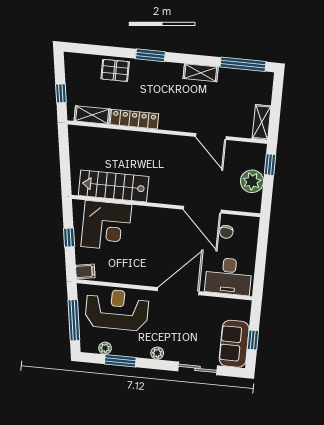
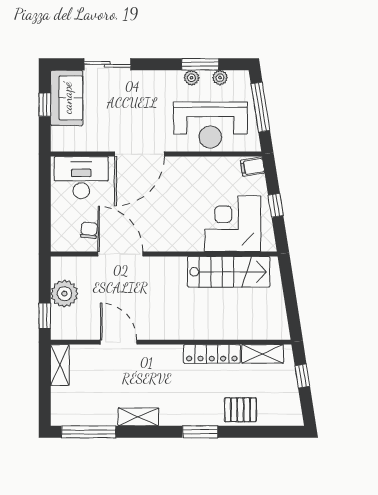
plant: (157, 353) -> (192, 78), moved

